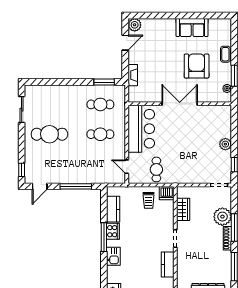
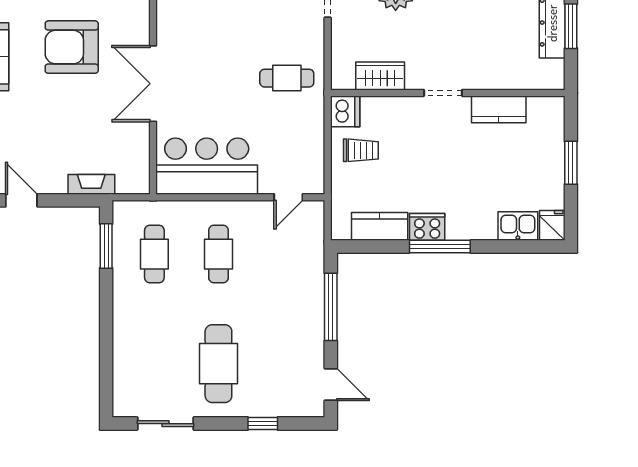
cafe table: (156, 169) -> (287, 78), moved
window: (22, 170) -> (263, 424), moved
kitchen sink: (113, 256) -> (518, 226), moved

